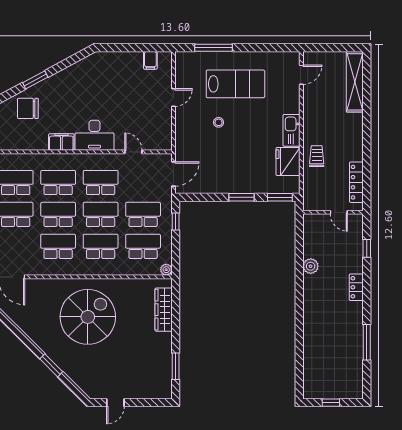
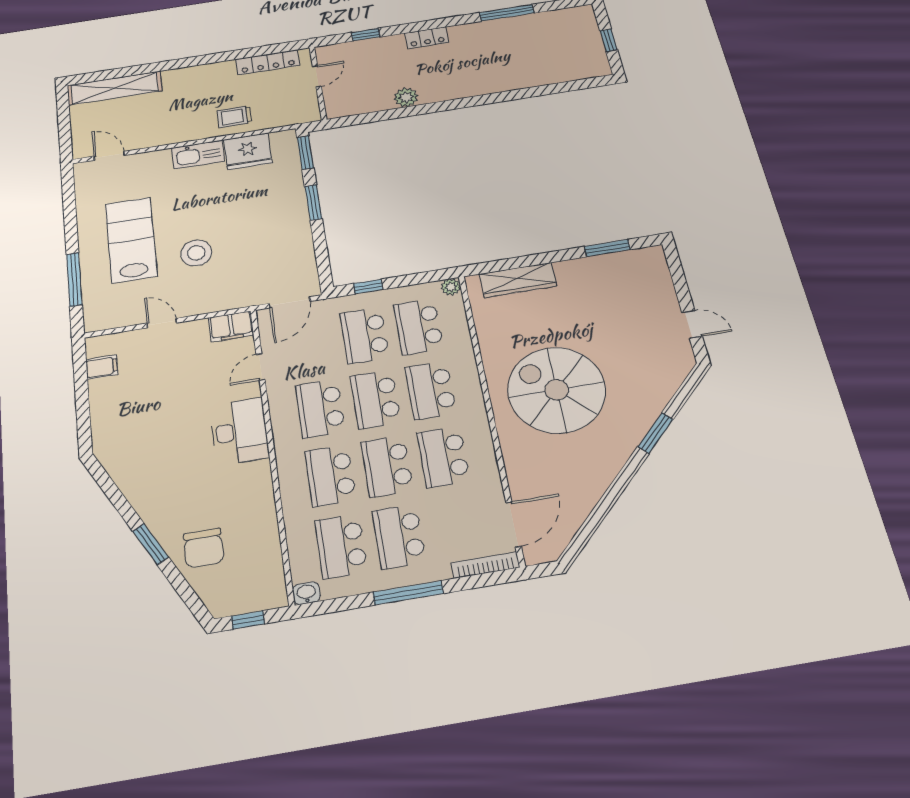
stool: (219, 122) -> (196, 253), width x1.89, depth x1.89
filing cabinet: (61, 142) -> (231, 326), moved, turned -90
door: (173, 174) -> (290, 302), swing flipped

